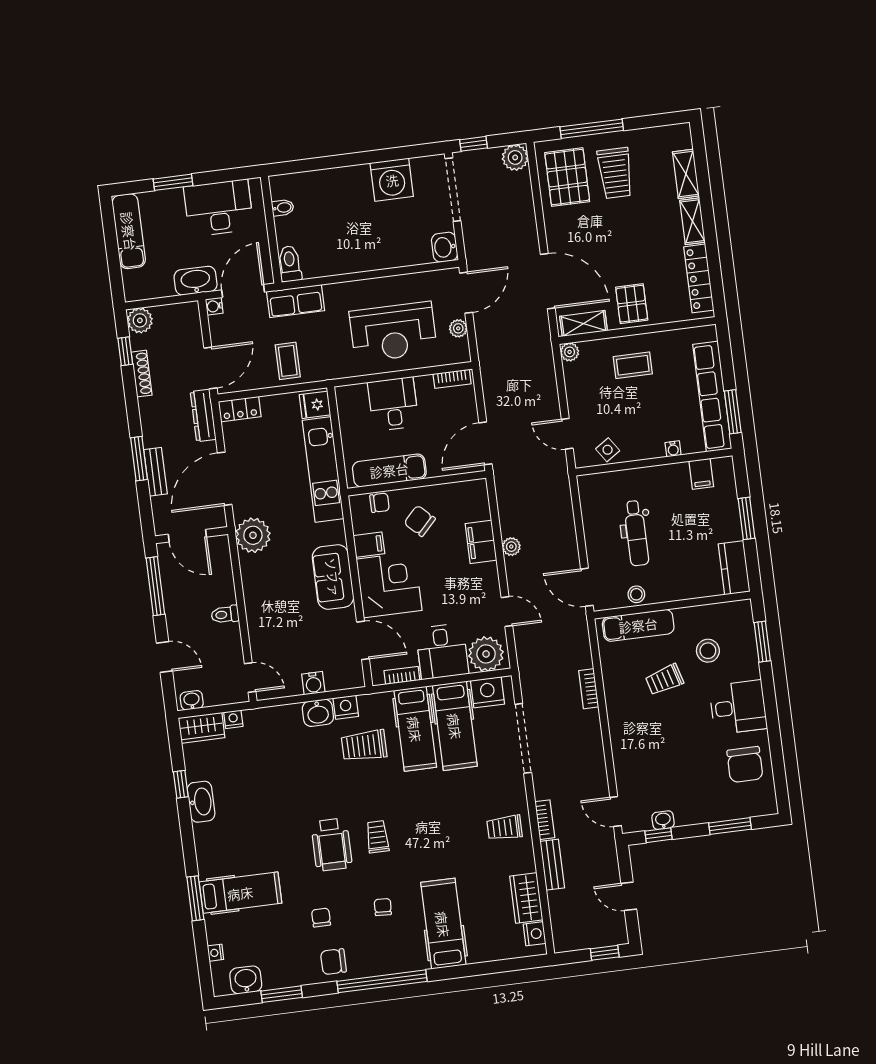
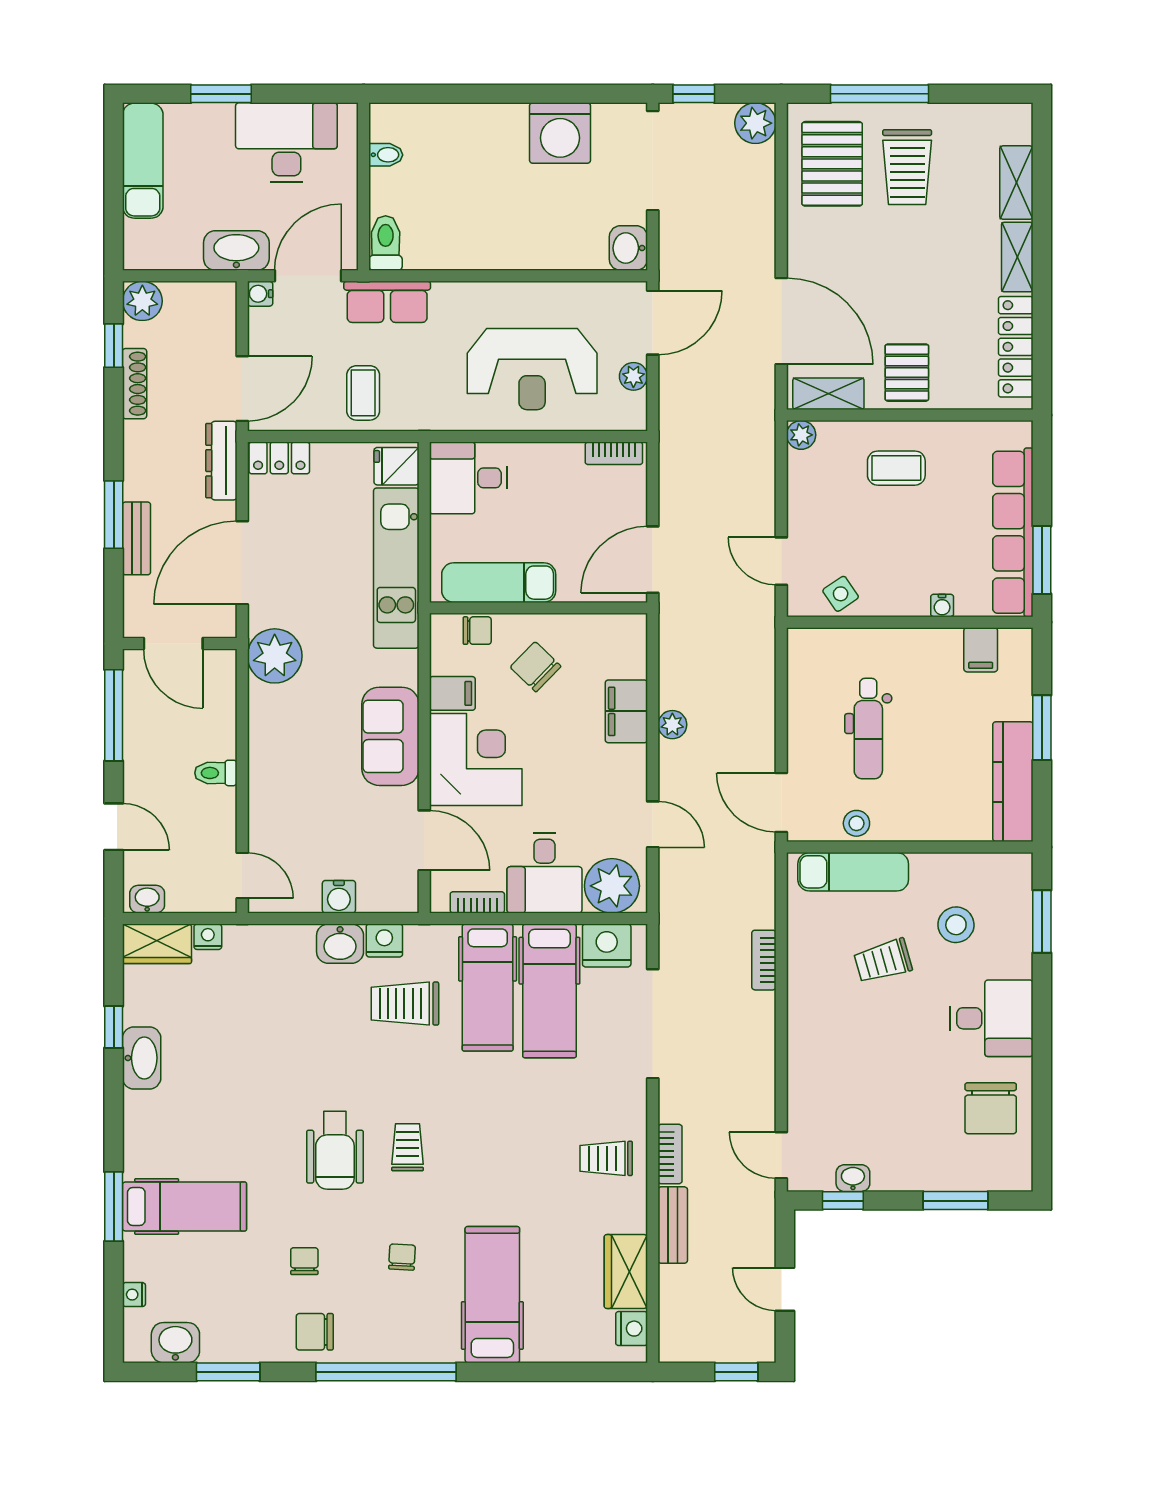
desk: (393, 404) -> (468, 478), moved, turned -90
kitchen counter: (734, 568) -> (1013, 782), width x1.50

